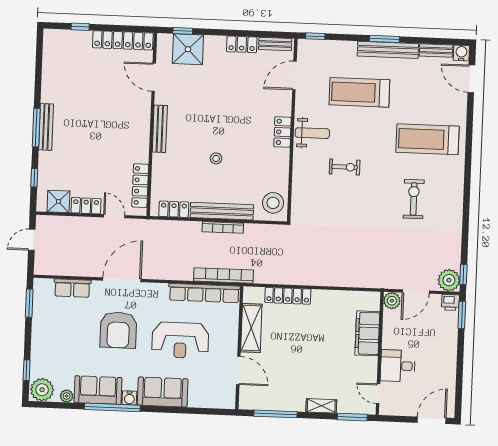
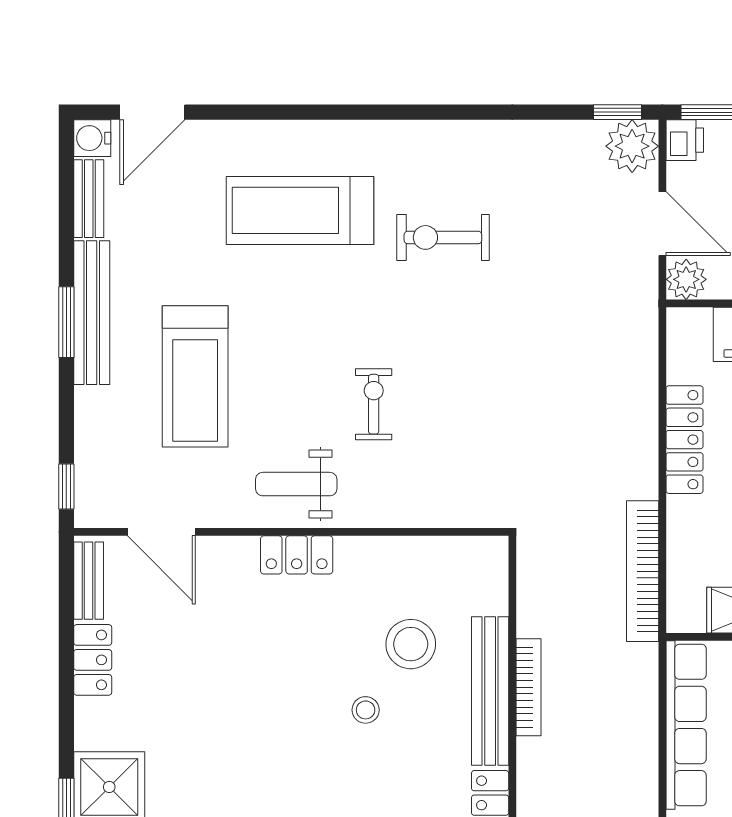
weight bench: (312, 133) -> (296, 484), turned -90
treadmill: (427, 139) -> (300, 210), turned 90
stool: (273, 203) -> (411, 644), moved
bookcase: (224, 276) -> (643, 571), moved
locker: (288, 296) -> (684, 440), moved

